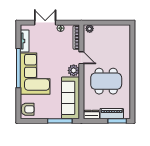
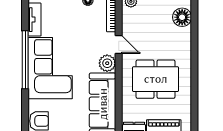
floor lamp: (124, 39) -> (182, 17), added

